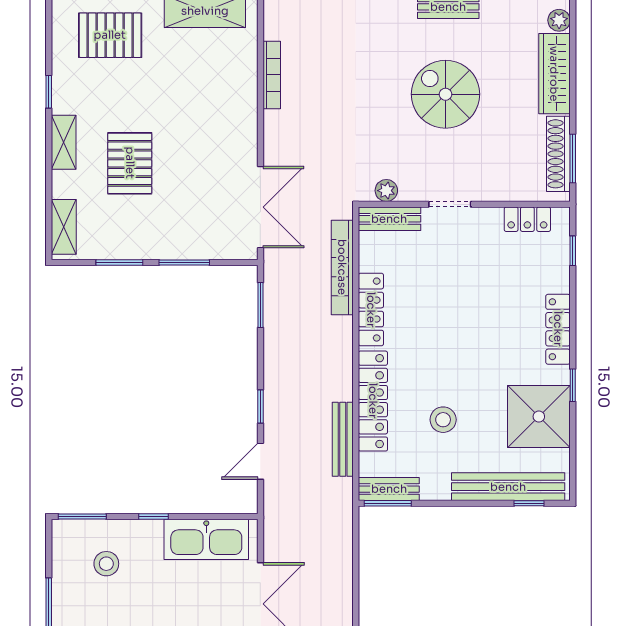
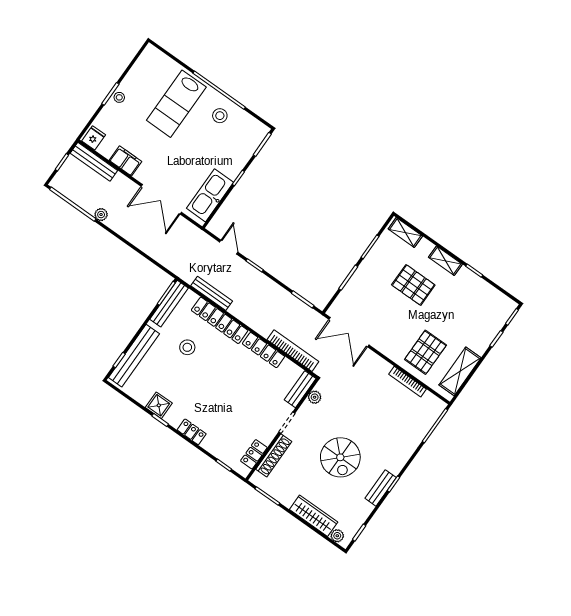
pallet: (110, 35) -> (425, 352), moved
spiral stairs: (446, 94) -> (340, 457), turned 90
shoe rack: (558, 154) -> (274, 455), moved, turned 90
locker: (558, 329) -> (192, 432), width x0.66
shower: (539, 417) -> (159, 405), width x0.54, depth x0.54
bench: (389, 489) -> (169, 304), width x1.36
stool: (106, 564) -> (220, 116), moved

